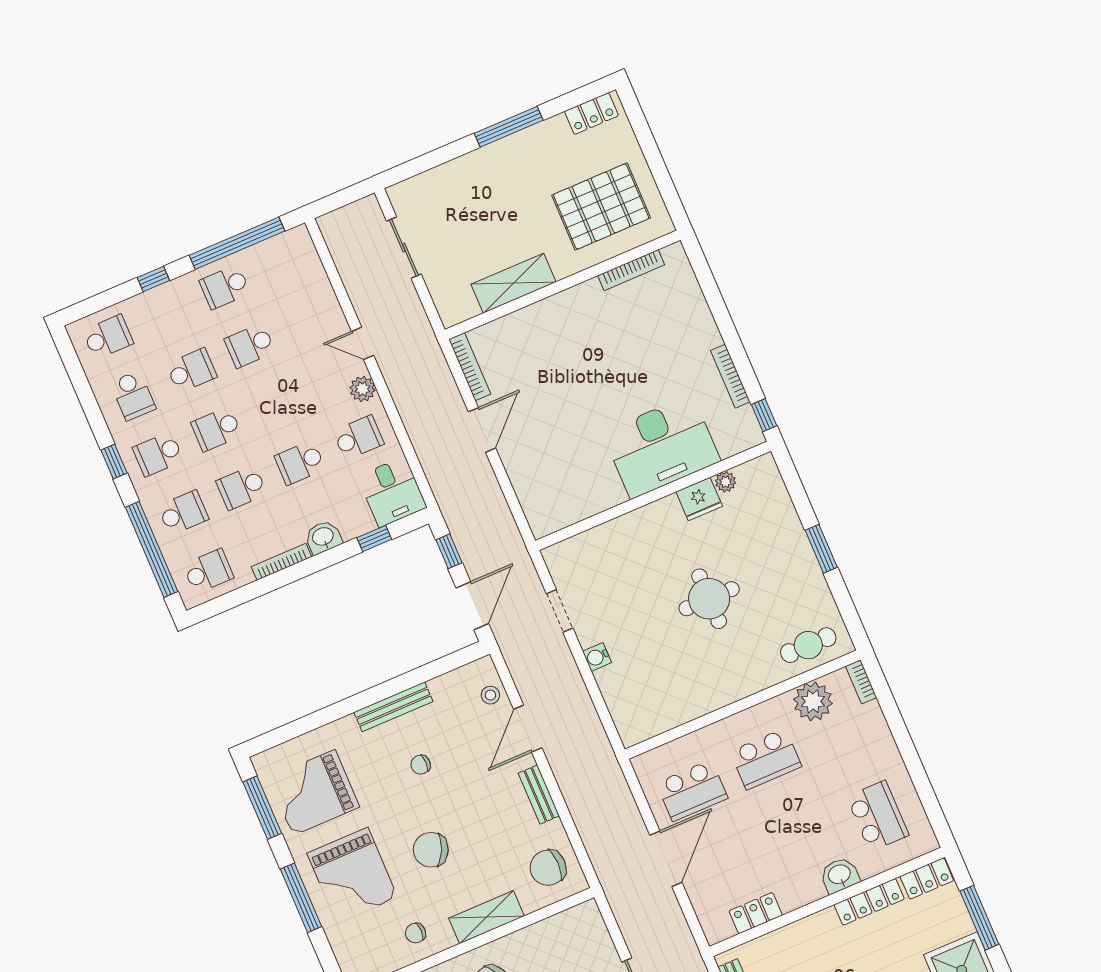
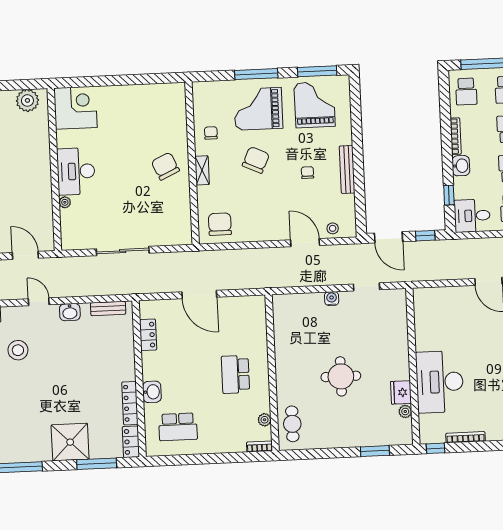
window: (821, 549) -> (375, 451), moved
plant: (813, 701) -> (265, 420), width x0.53, depth x0.53
school desk: (692, 791) -> (233, 325), removed
bench: (539, 794) -> (264, 235), removed
shelving: (486, 917) -> (202, 170), width x0.67, depth x0.75

